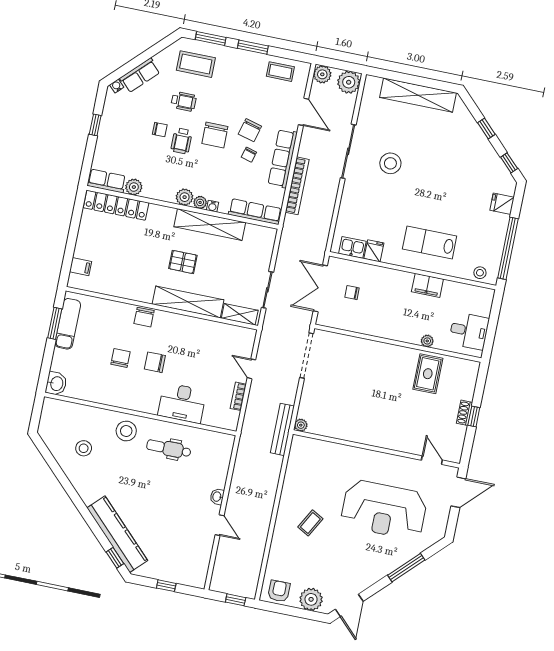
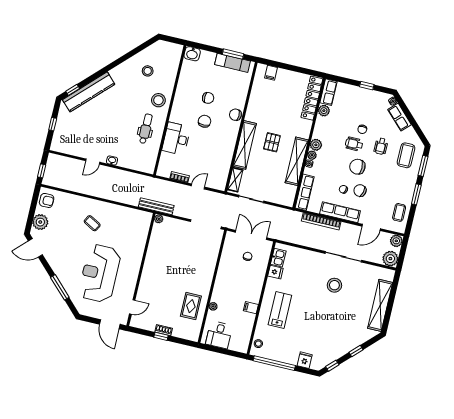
filing cabinet: (427, 285) -> (251, 308), width x0.50
rug: (428, 374) -> (191, 306), turned 90

